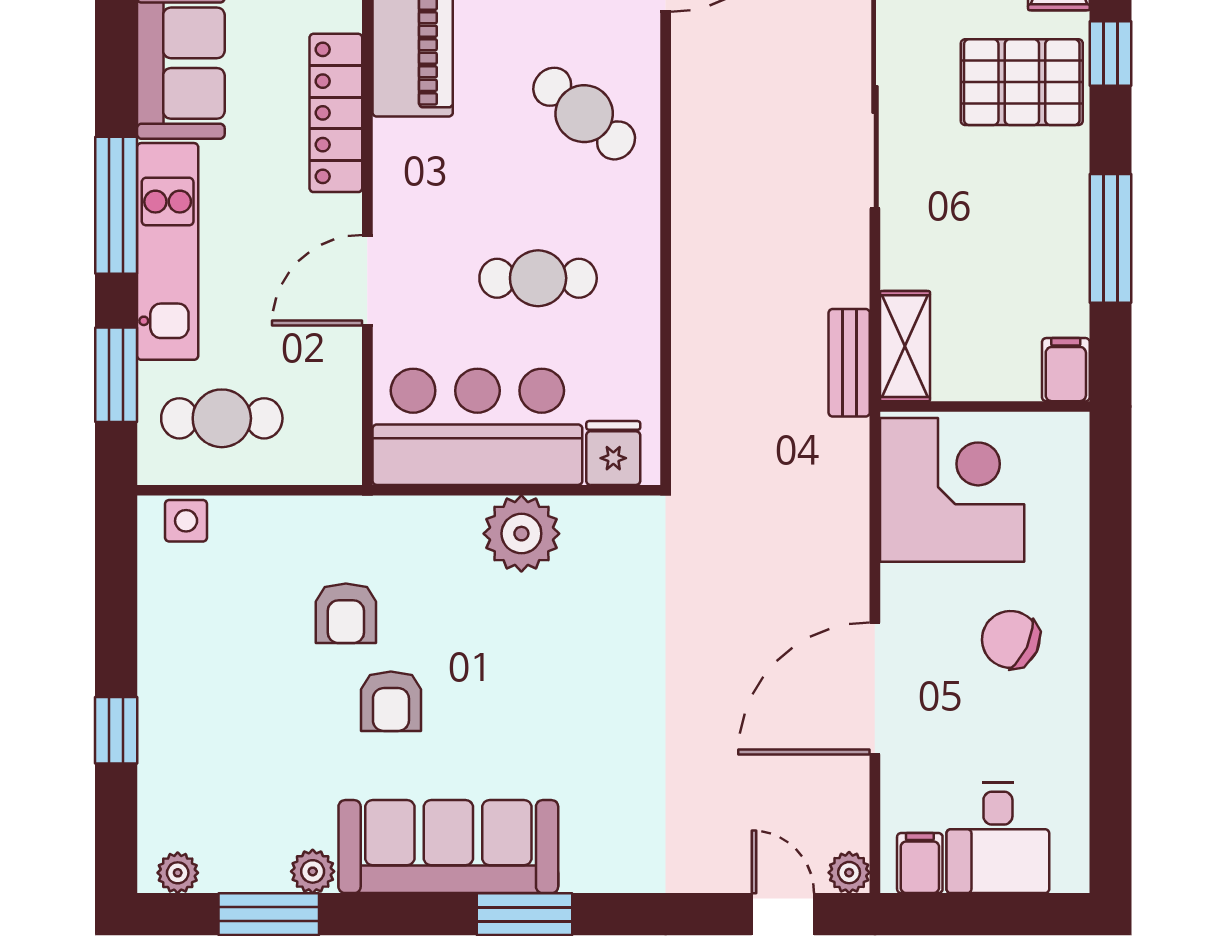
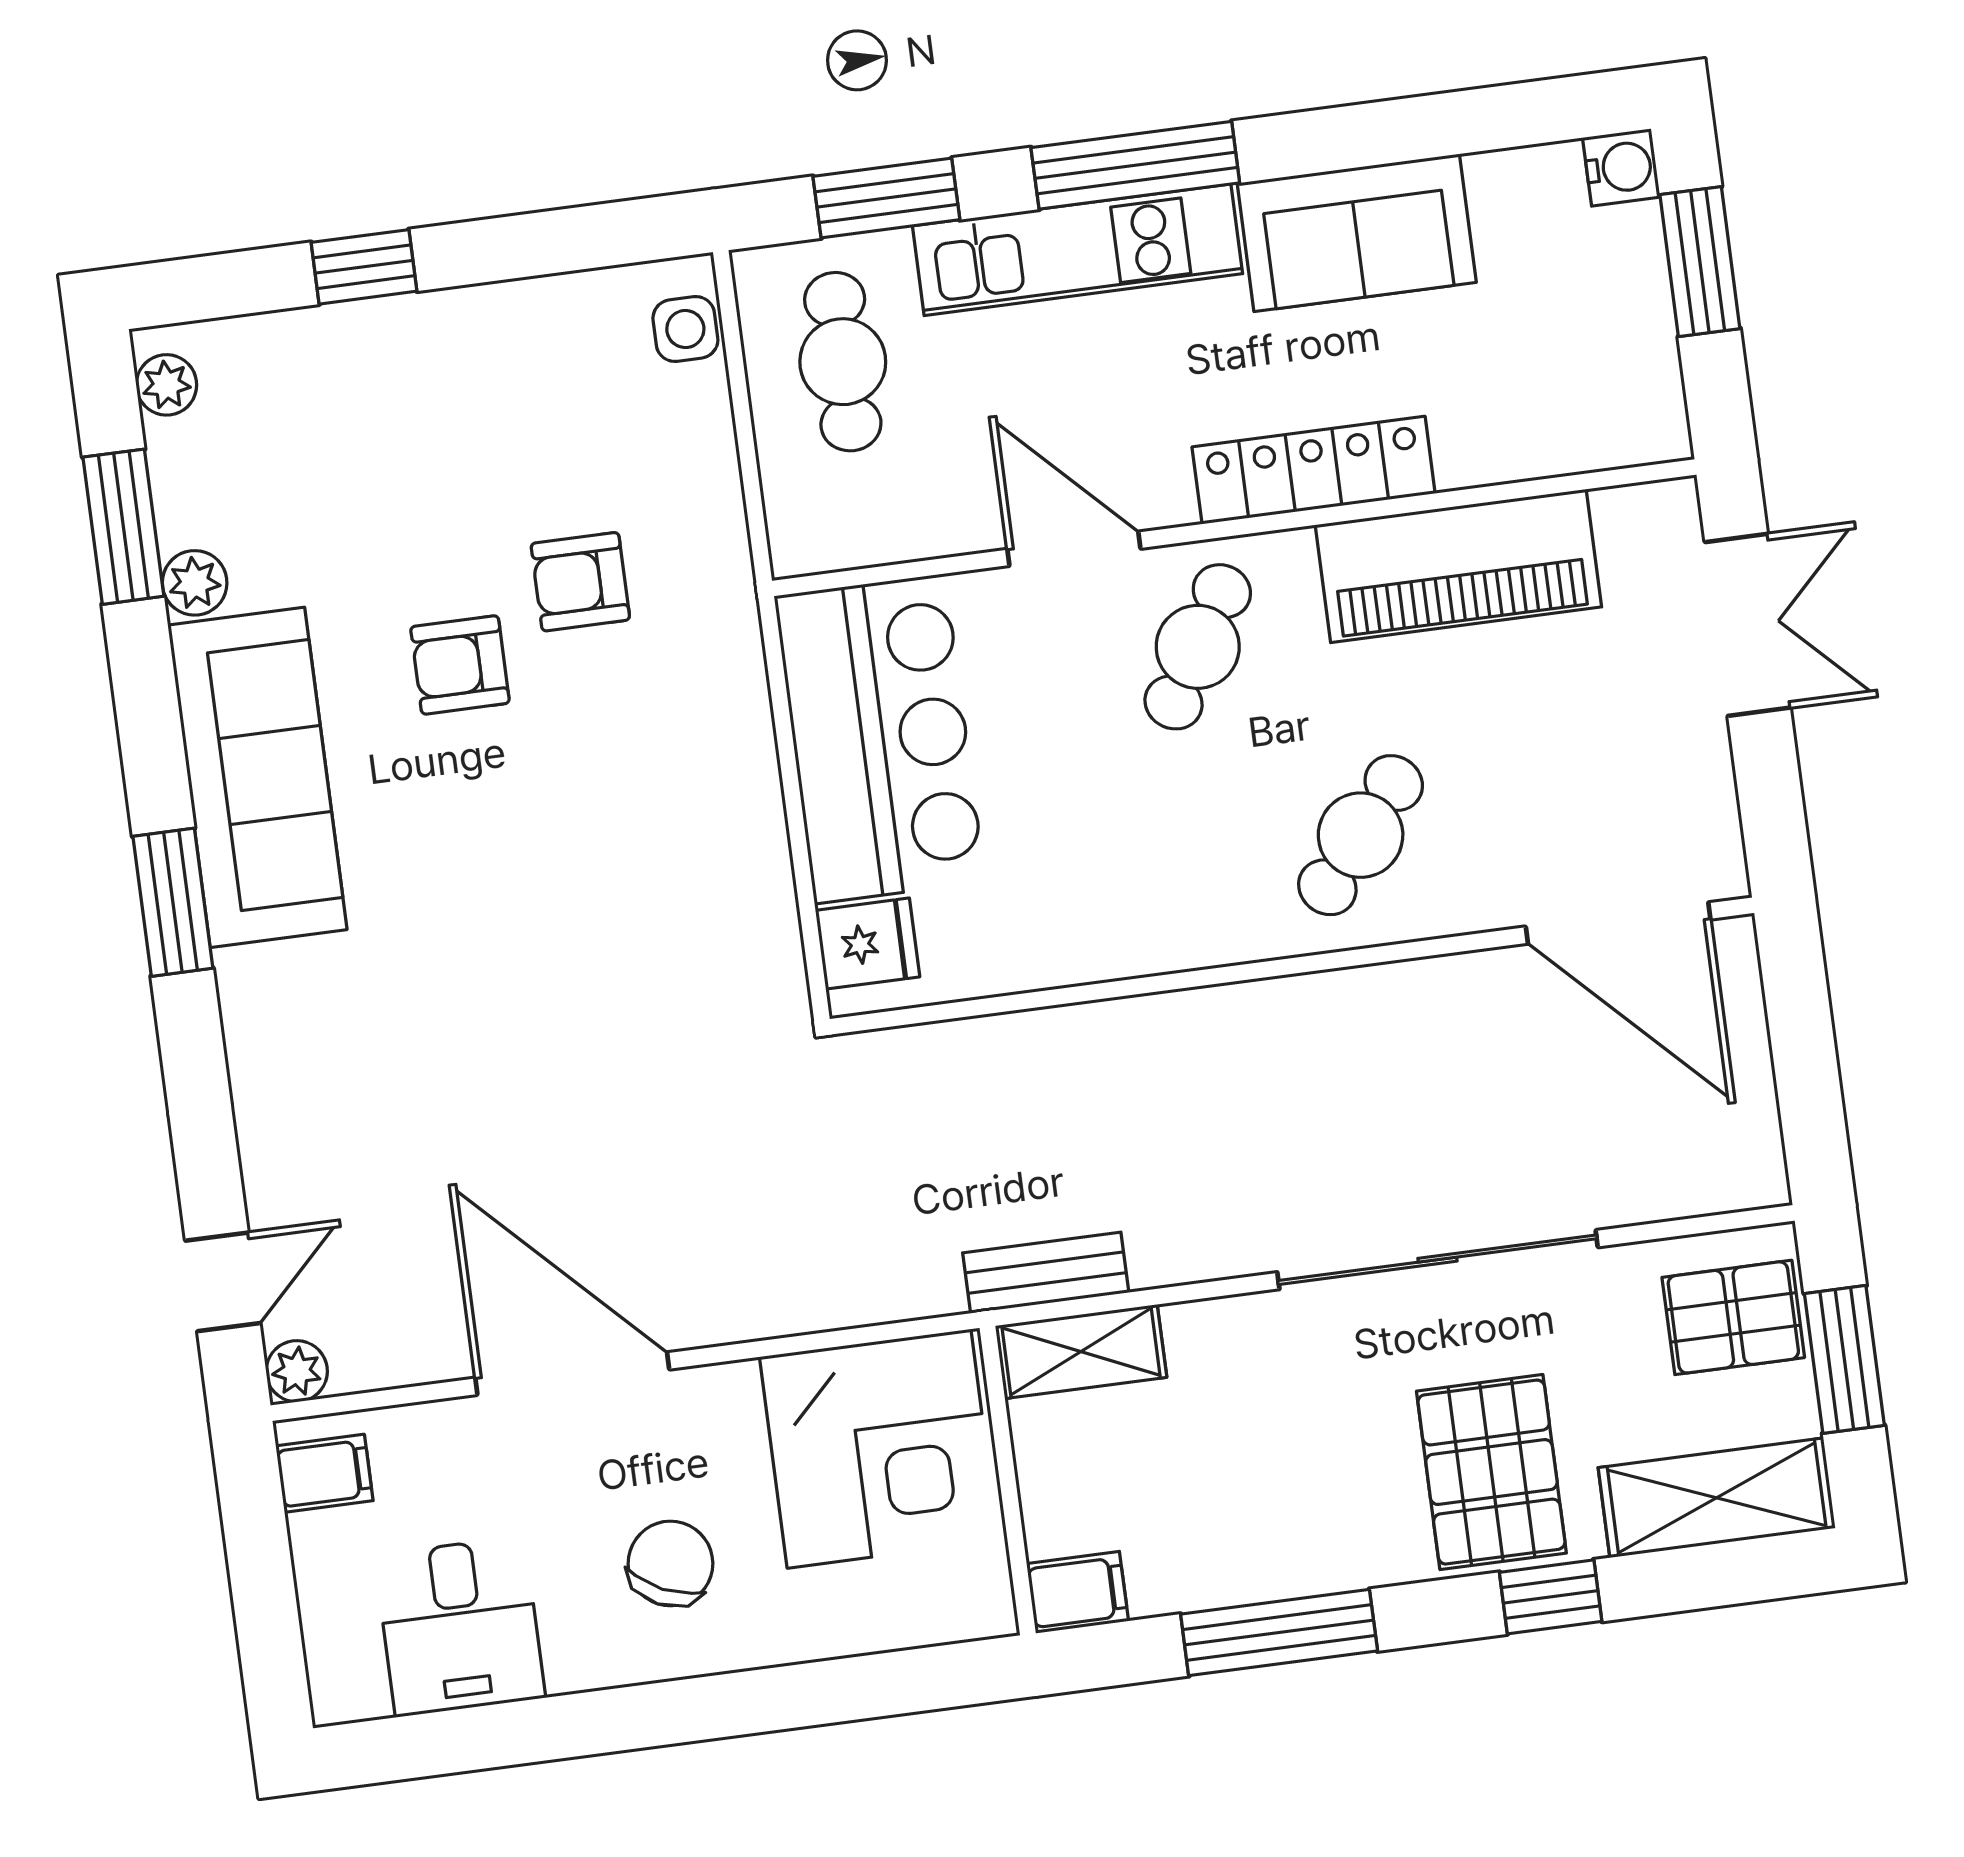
cafe table: (538, 278) -> (1198, 647), moved, turned 31
plant: (521, 534) -> (731, 824), removed
desk: (998, 838) -> (460, 1627), moved, turned -90

